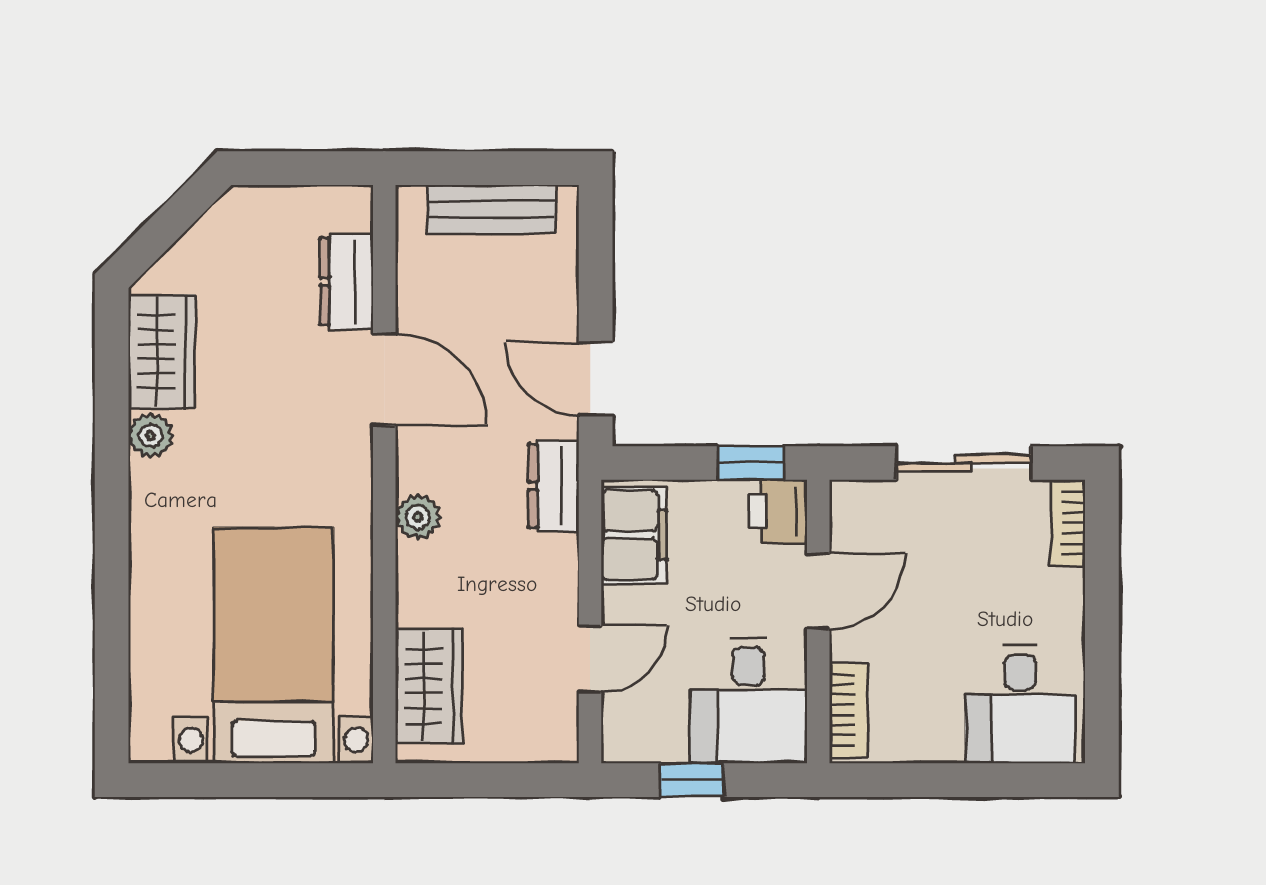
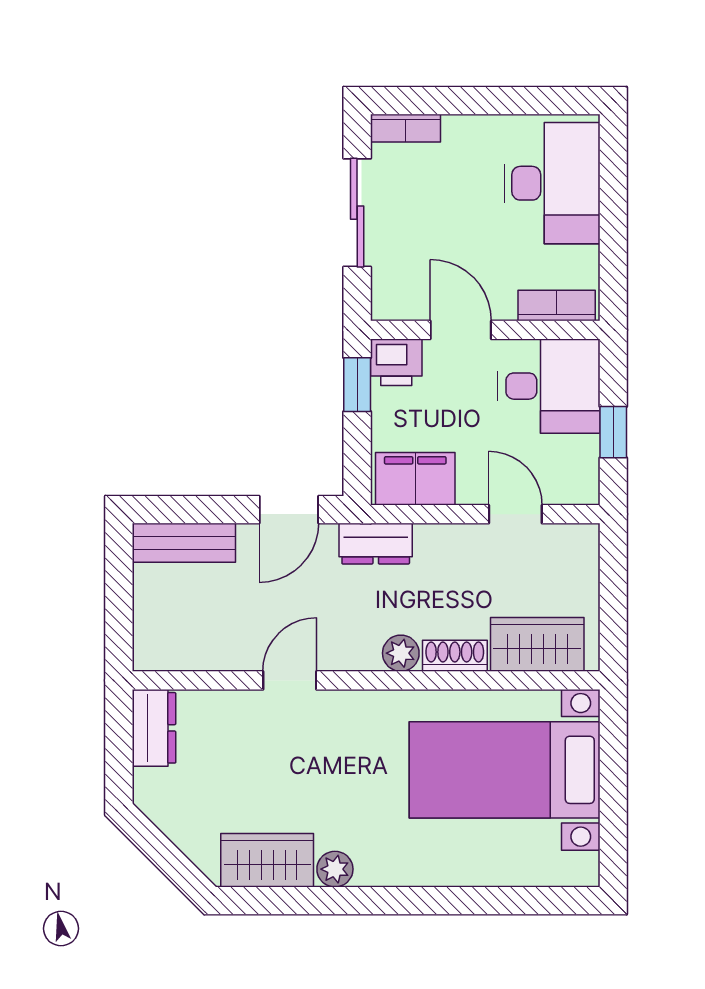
bench: (491, 209) -> (184, 543), moved, turned 90
dresser: (346, 282) -> (154, 728), moved, turned -90
door: (384, 379) -> (290, 680), width x0.73
shoe rack: (415, 584) -> (455, 656), added
desk: (1020, 704) -> (552, 183), width x1.37

